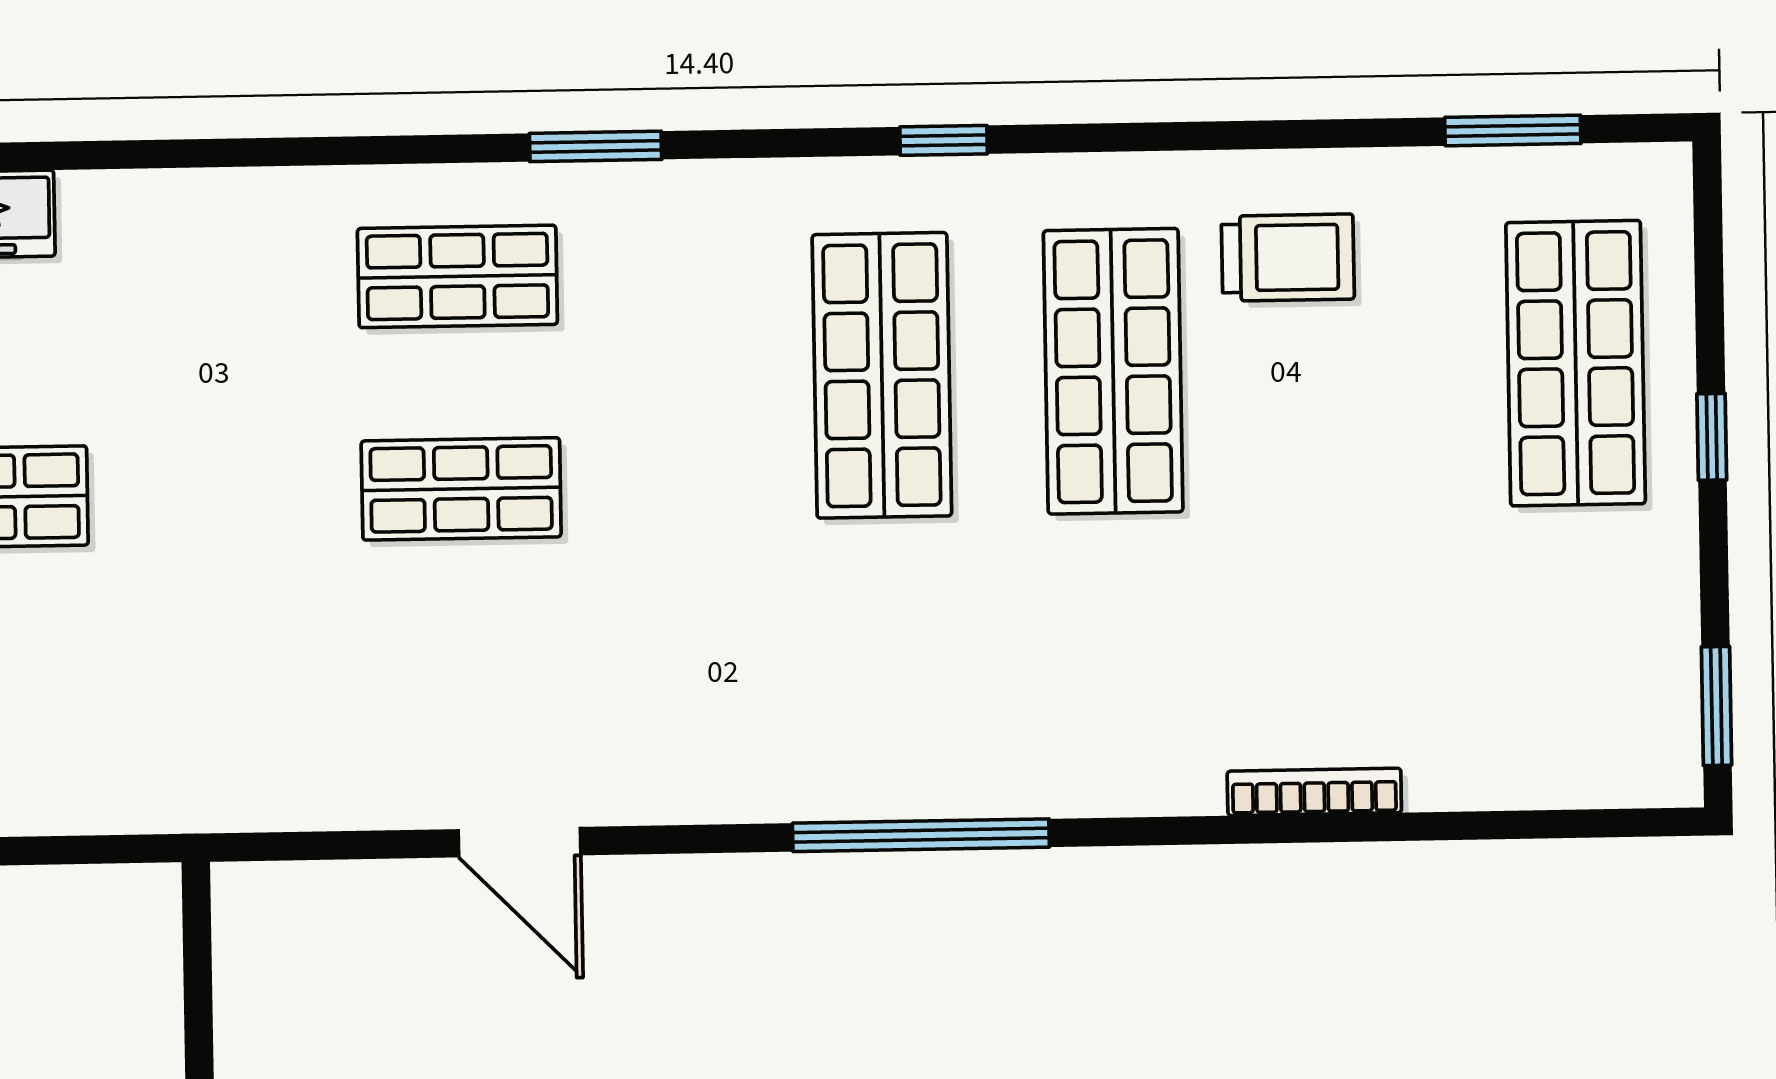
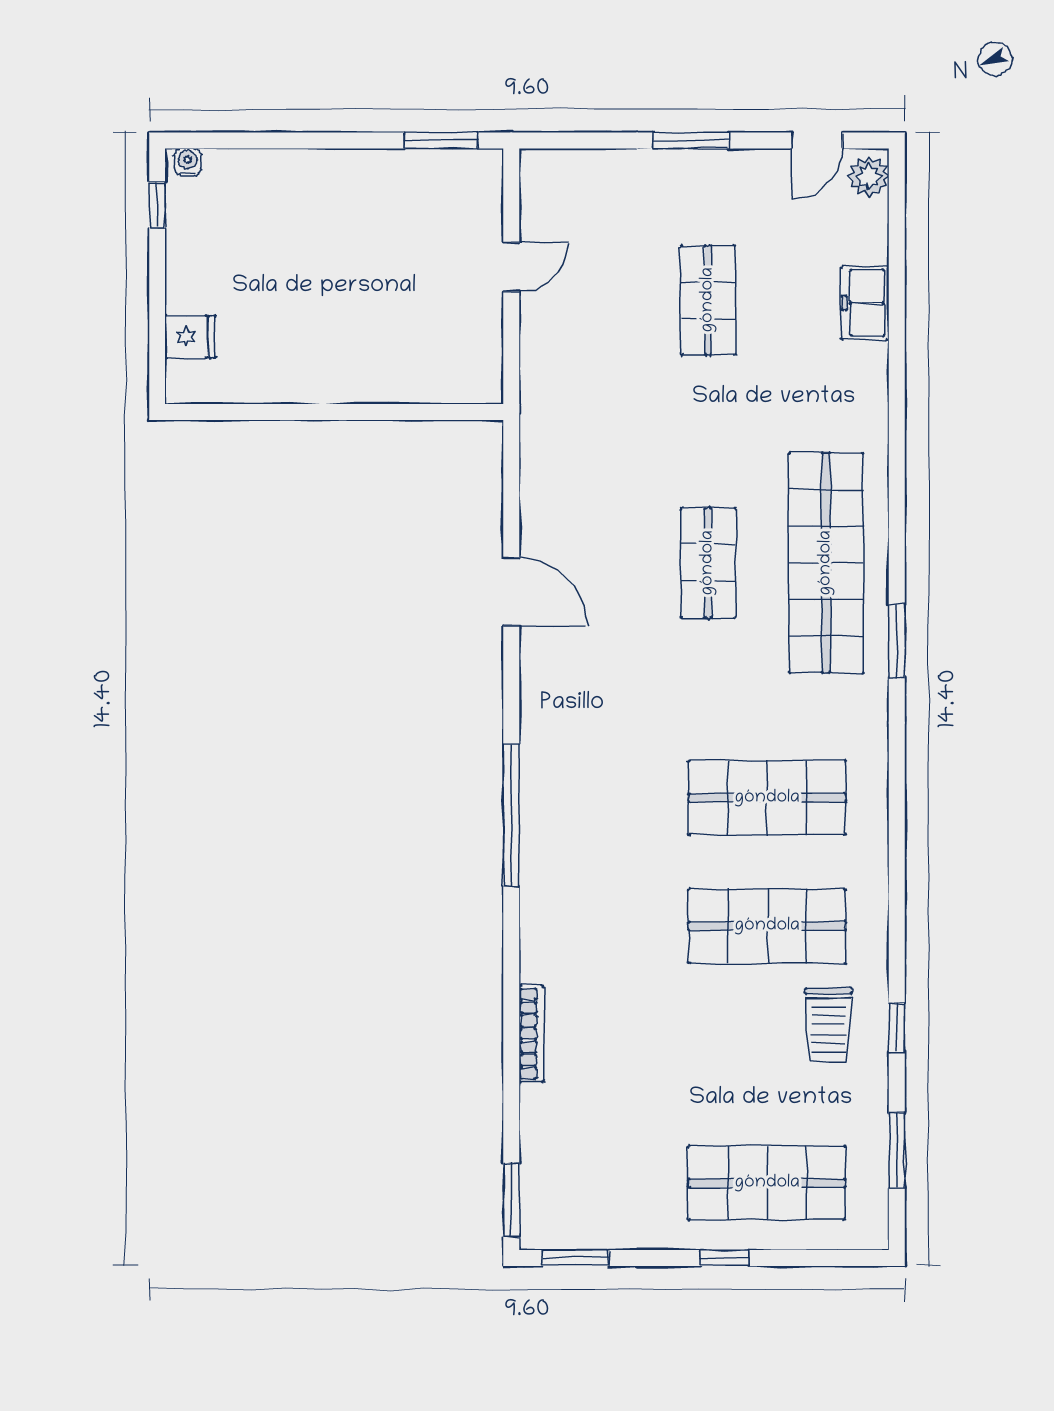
window: (944, 140) -> (897, 1028), moved
shop shelf: (457, 276) -> (826, 563), width x2.00, depth x1.36
window: (1614, 823) -> (511, 1200), added
door: (520, 842) -> (511, 592), swing flipped

